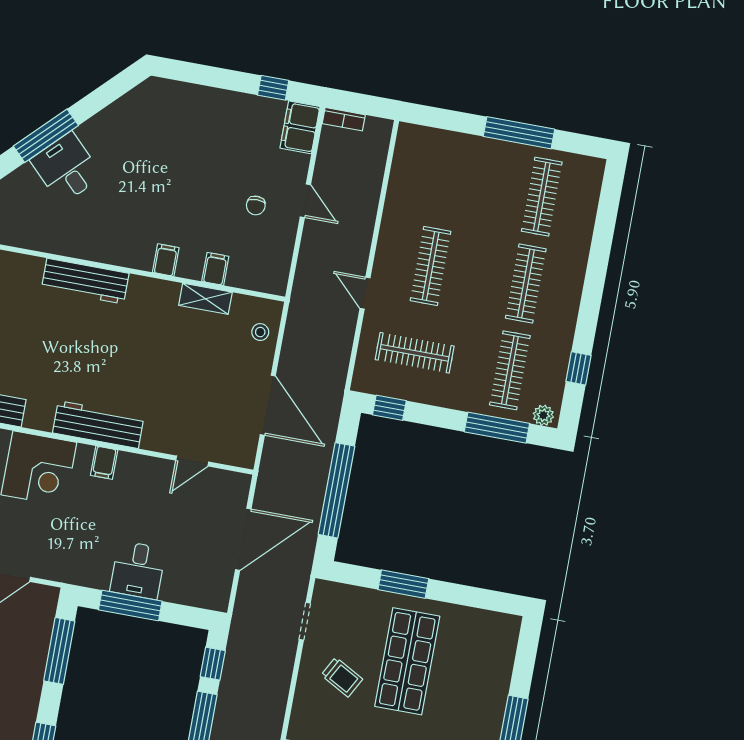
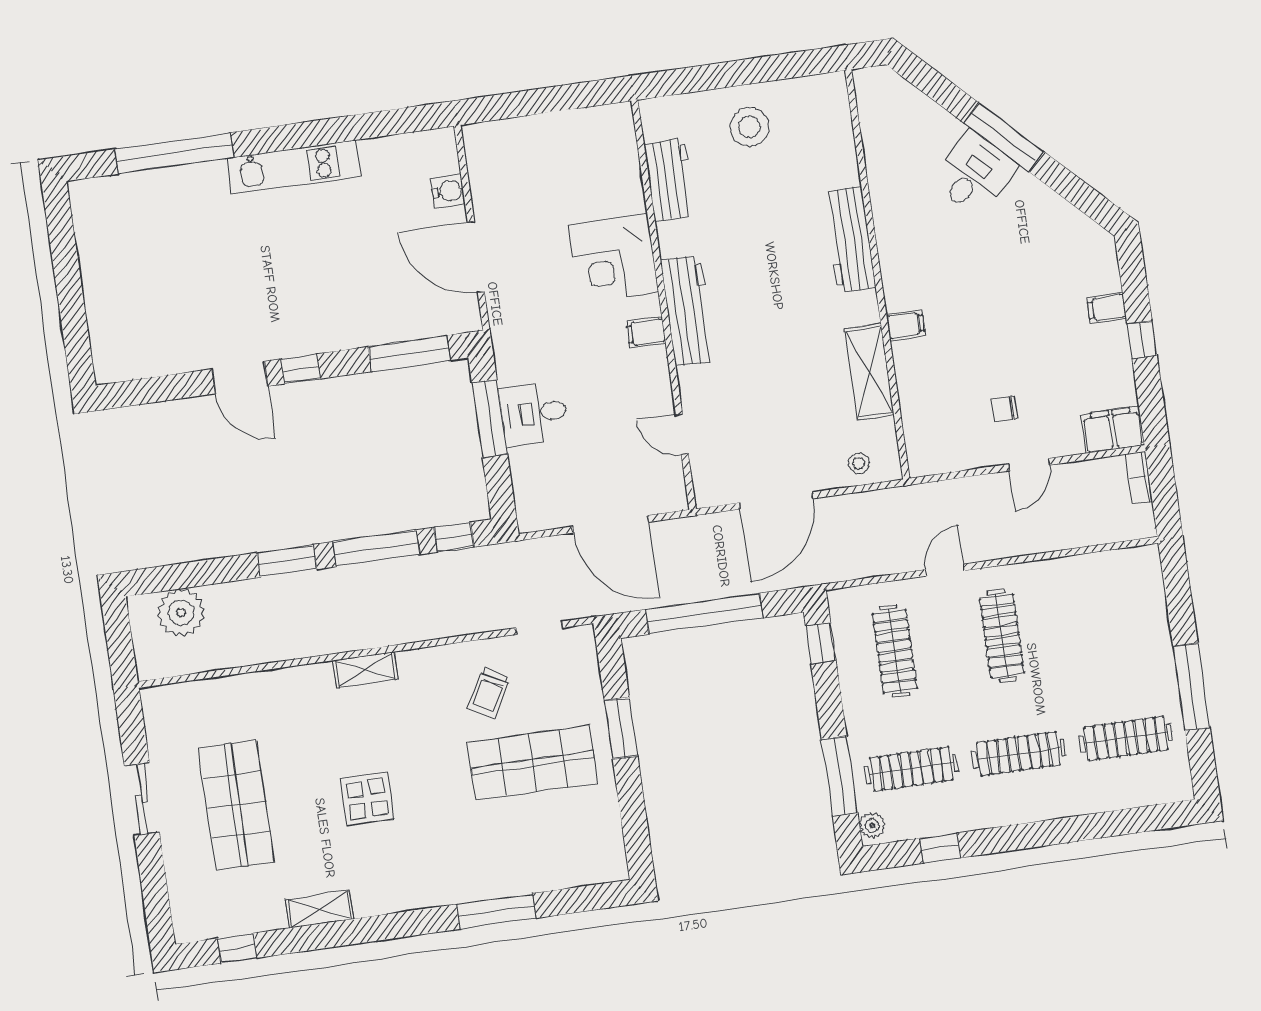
window: (273, 88) -> (1142, 340), moved
clothes rail: (431, 266) -> (1002, 636), turned 90
filing cabinet: (215, 269) -> (1107, 308), moved, turned 180
shelving: (205, 299) -> (869, 372), width x1.50, depth x1.33

